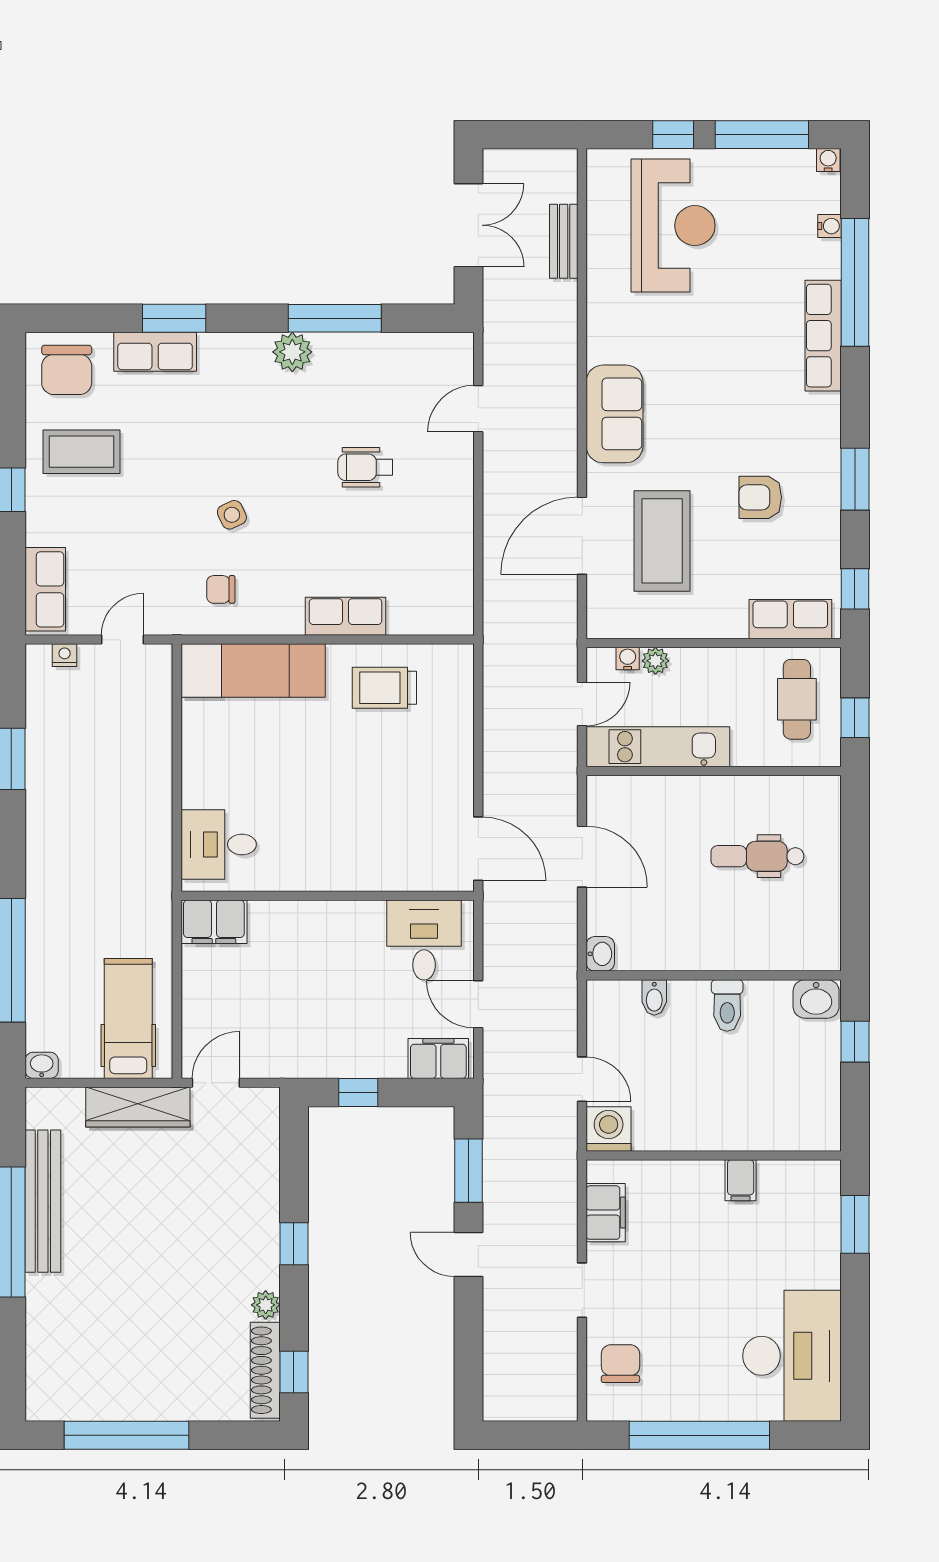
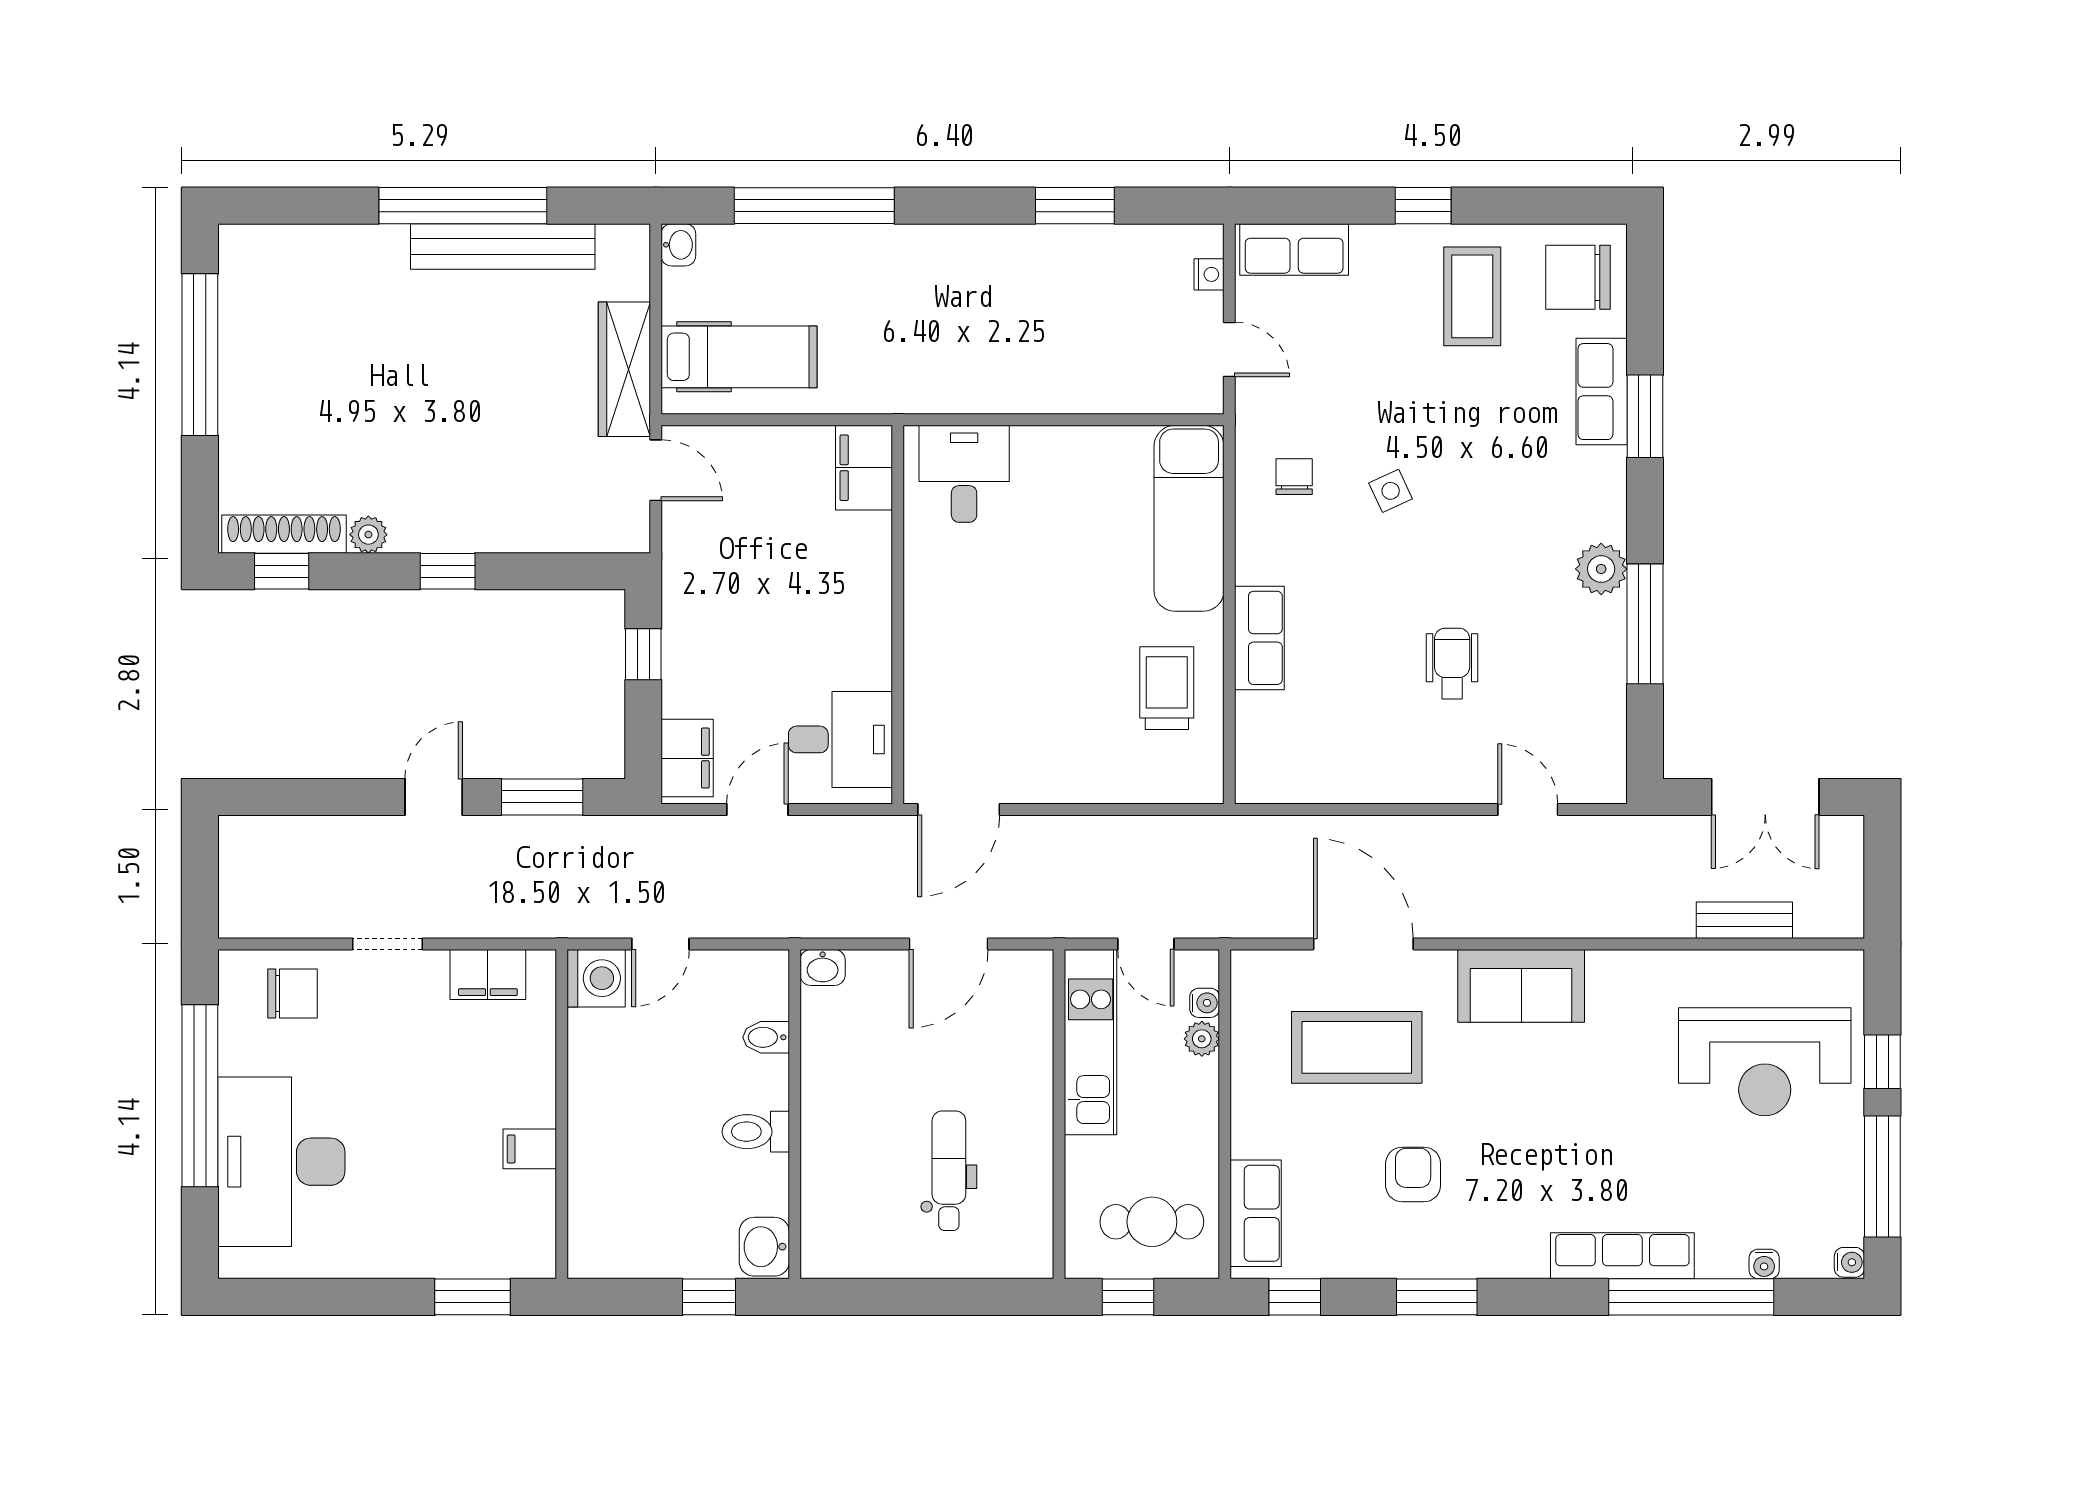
desk: (792, 1356) -> (281, 1162), moved, turned 90

